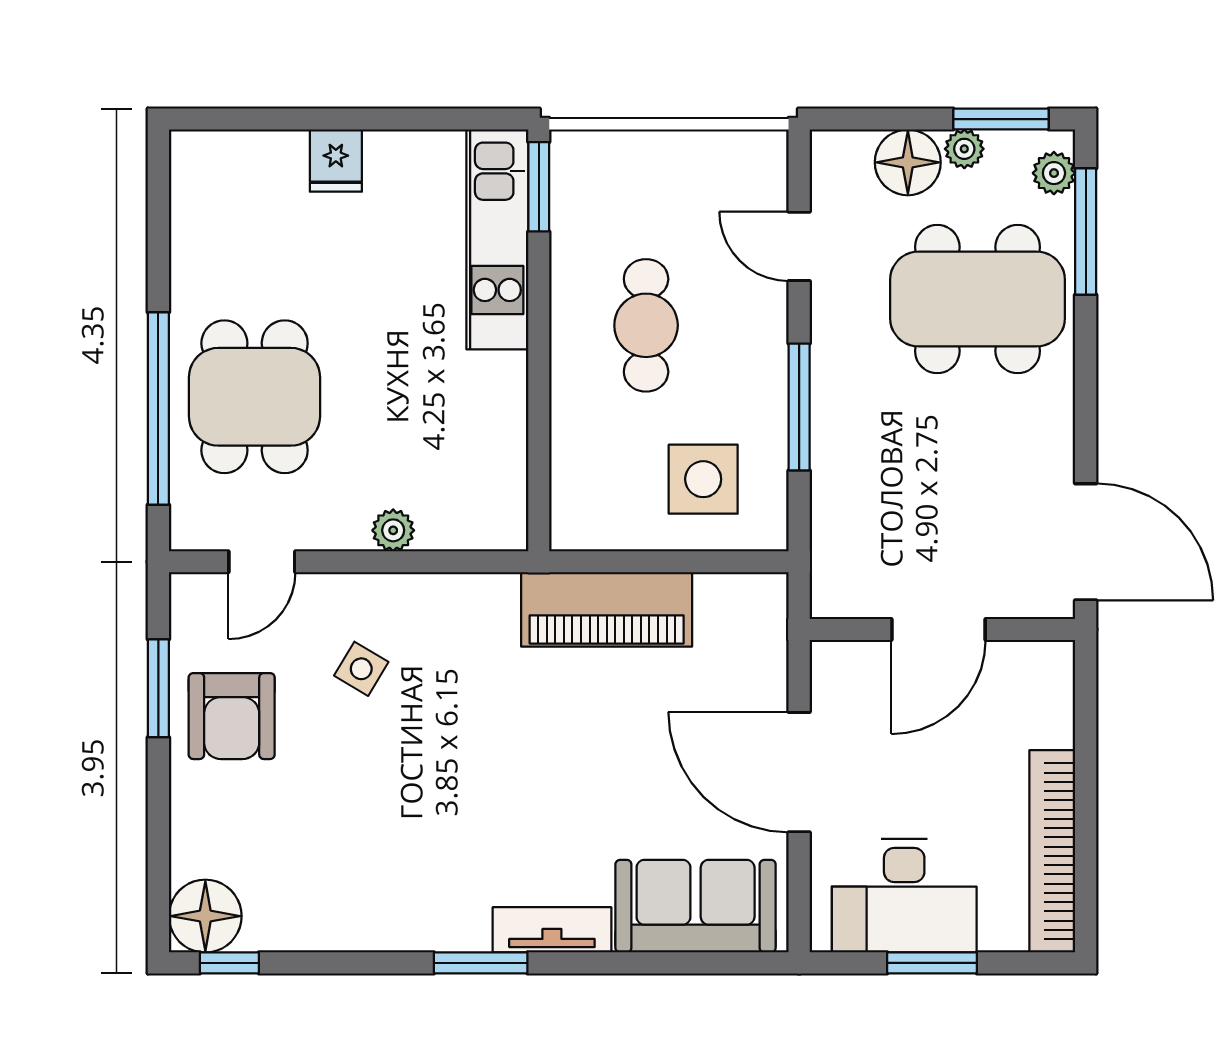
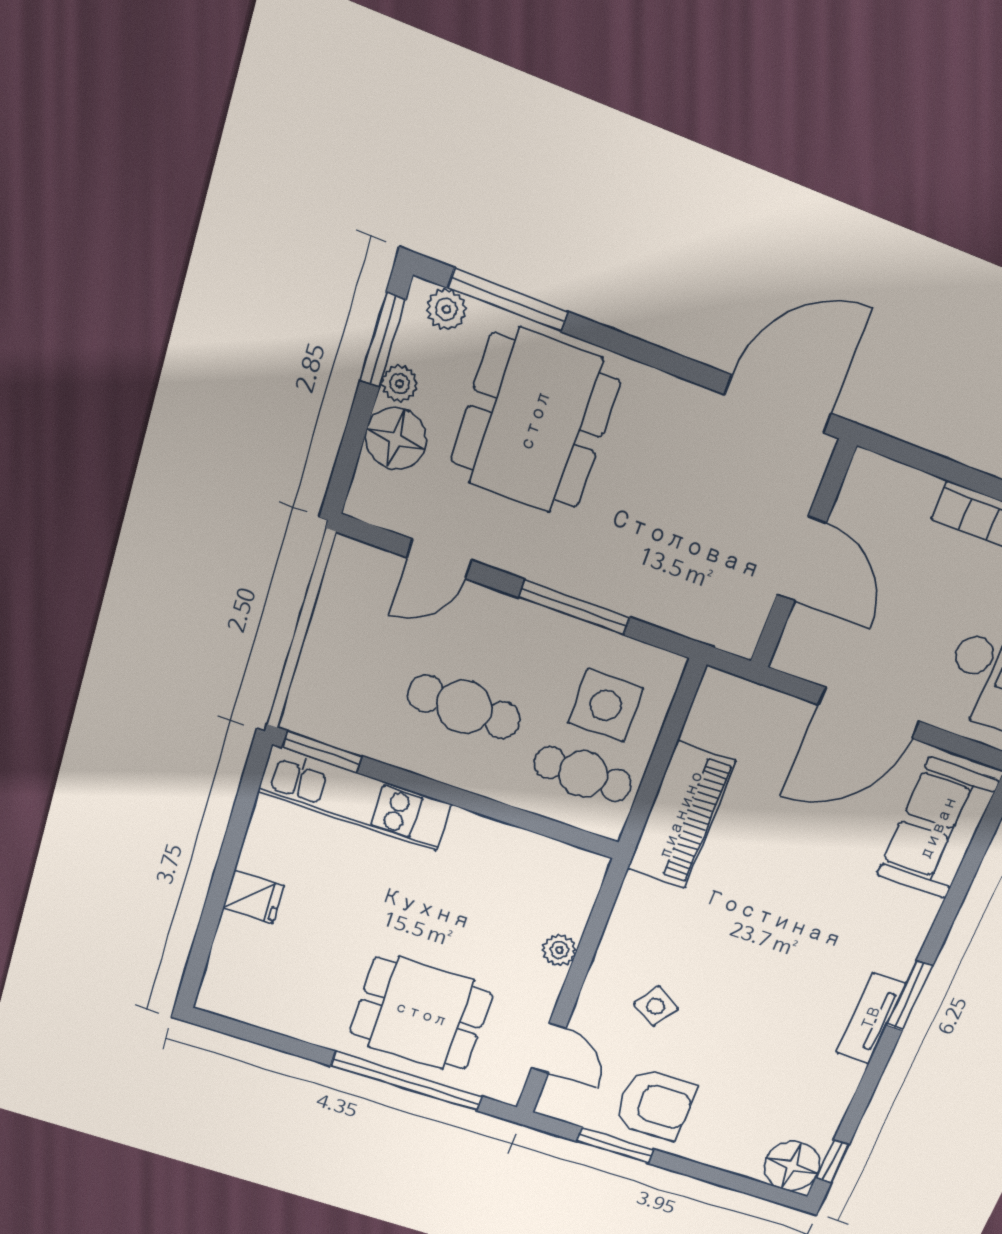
cafe table: (616, 482) -> (583, 774), added
tv unit: (552, 930) -> (871, 1018), moved

